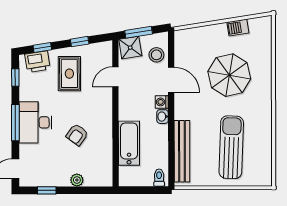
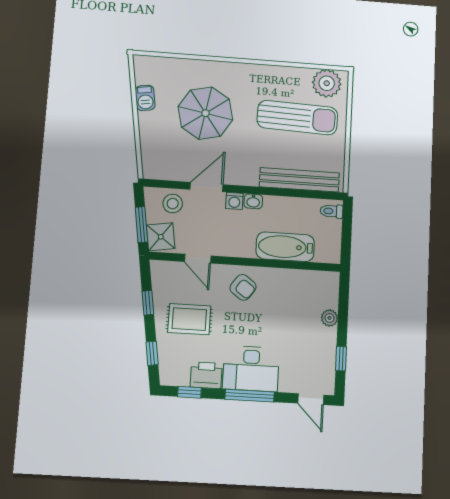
printer: (37, 62) -> (206, 375), moved, turned -81
armchair: (77, 135) -> (243, 287), moved
sun lounger: (231, 147) -> (297, 118), turned 180
plant: (261, 169) -> (327, 83), added

